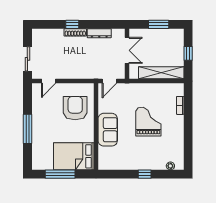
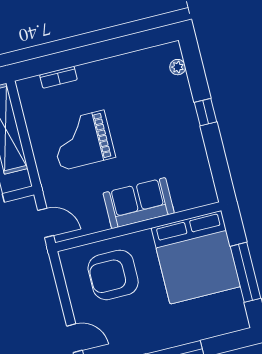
grand piano: (148, 122) -> (82, 140), moved
bed: (74, 156) -> (196, 257), width x1.36

